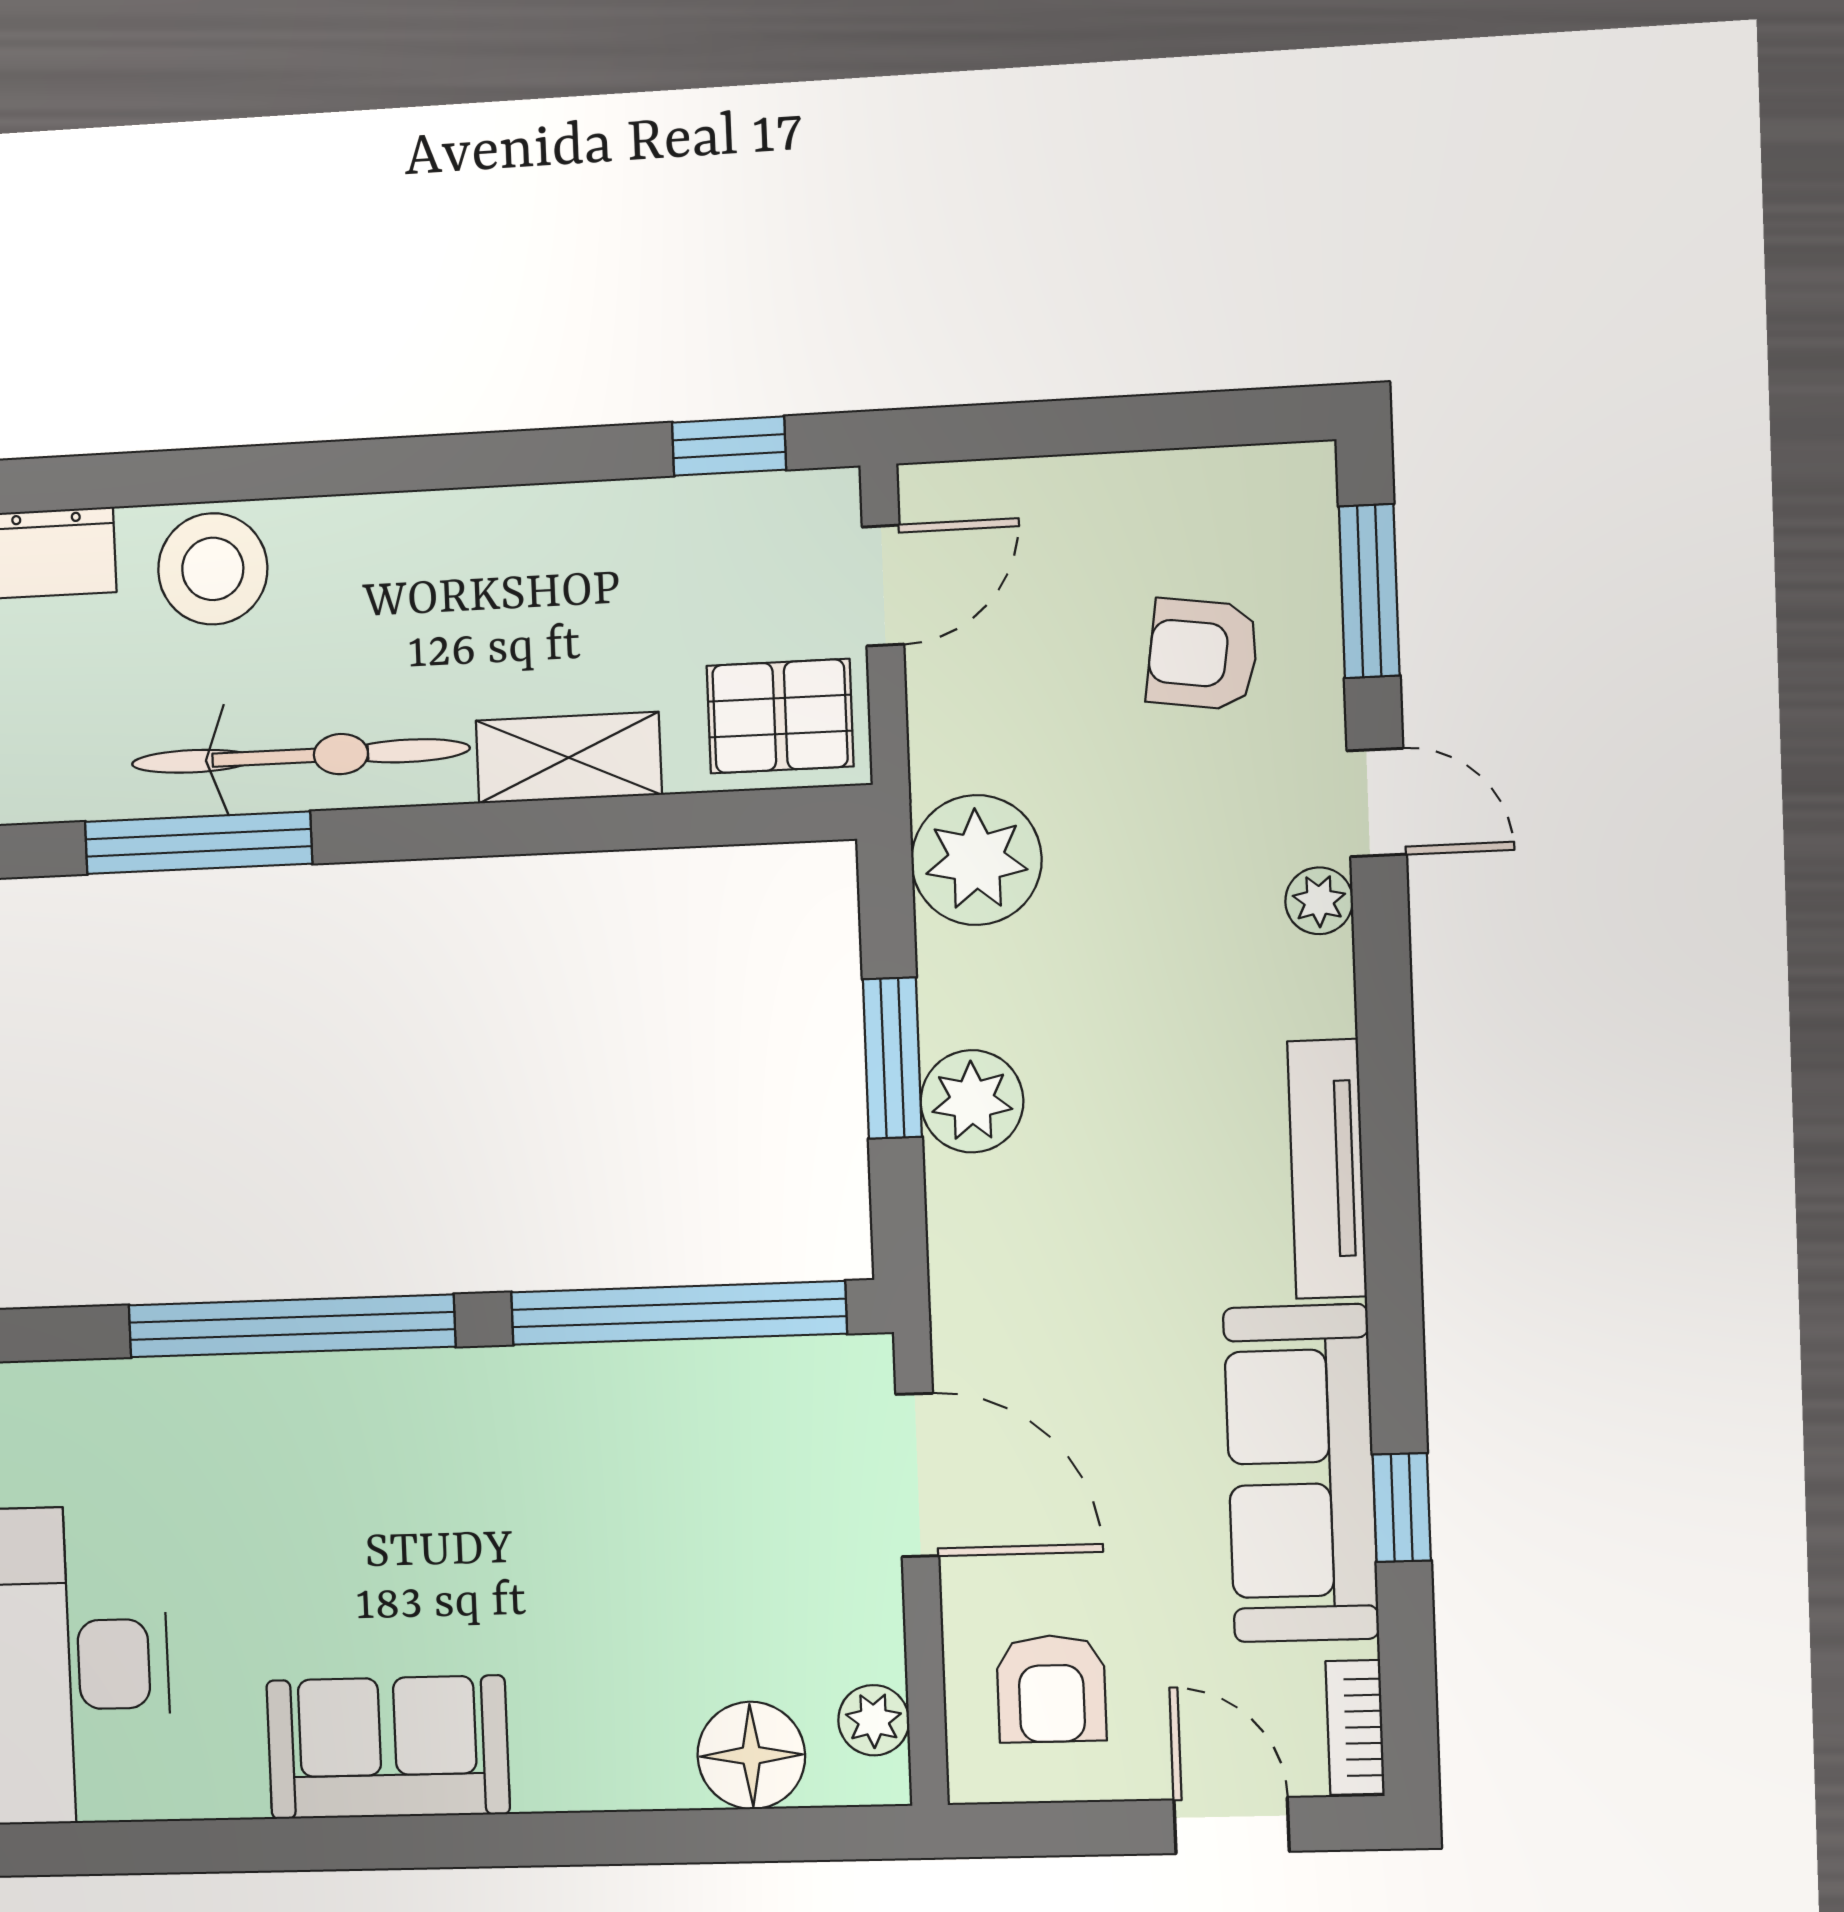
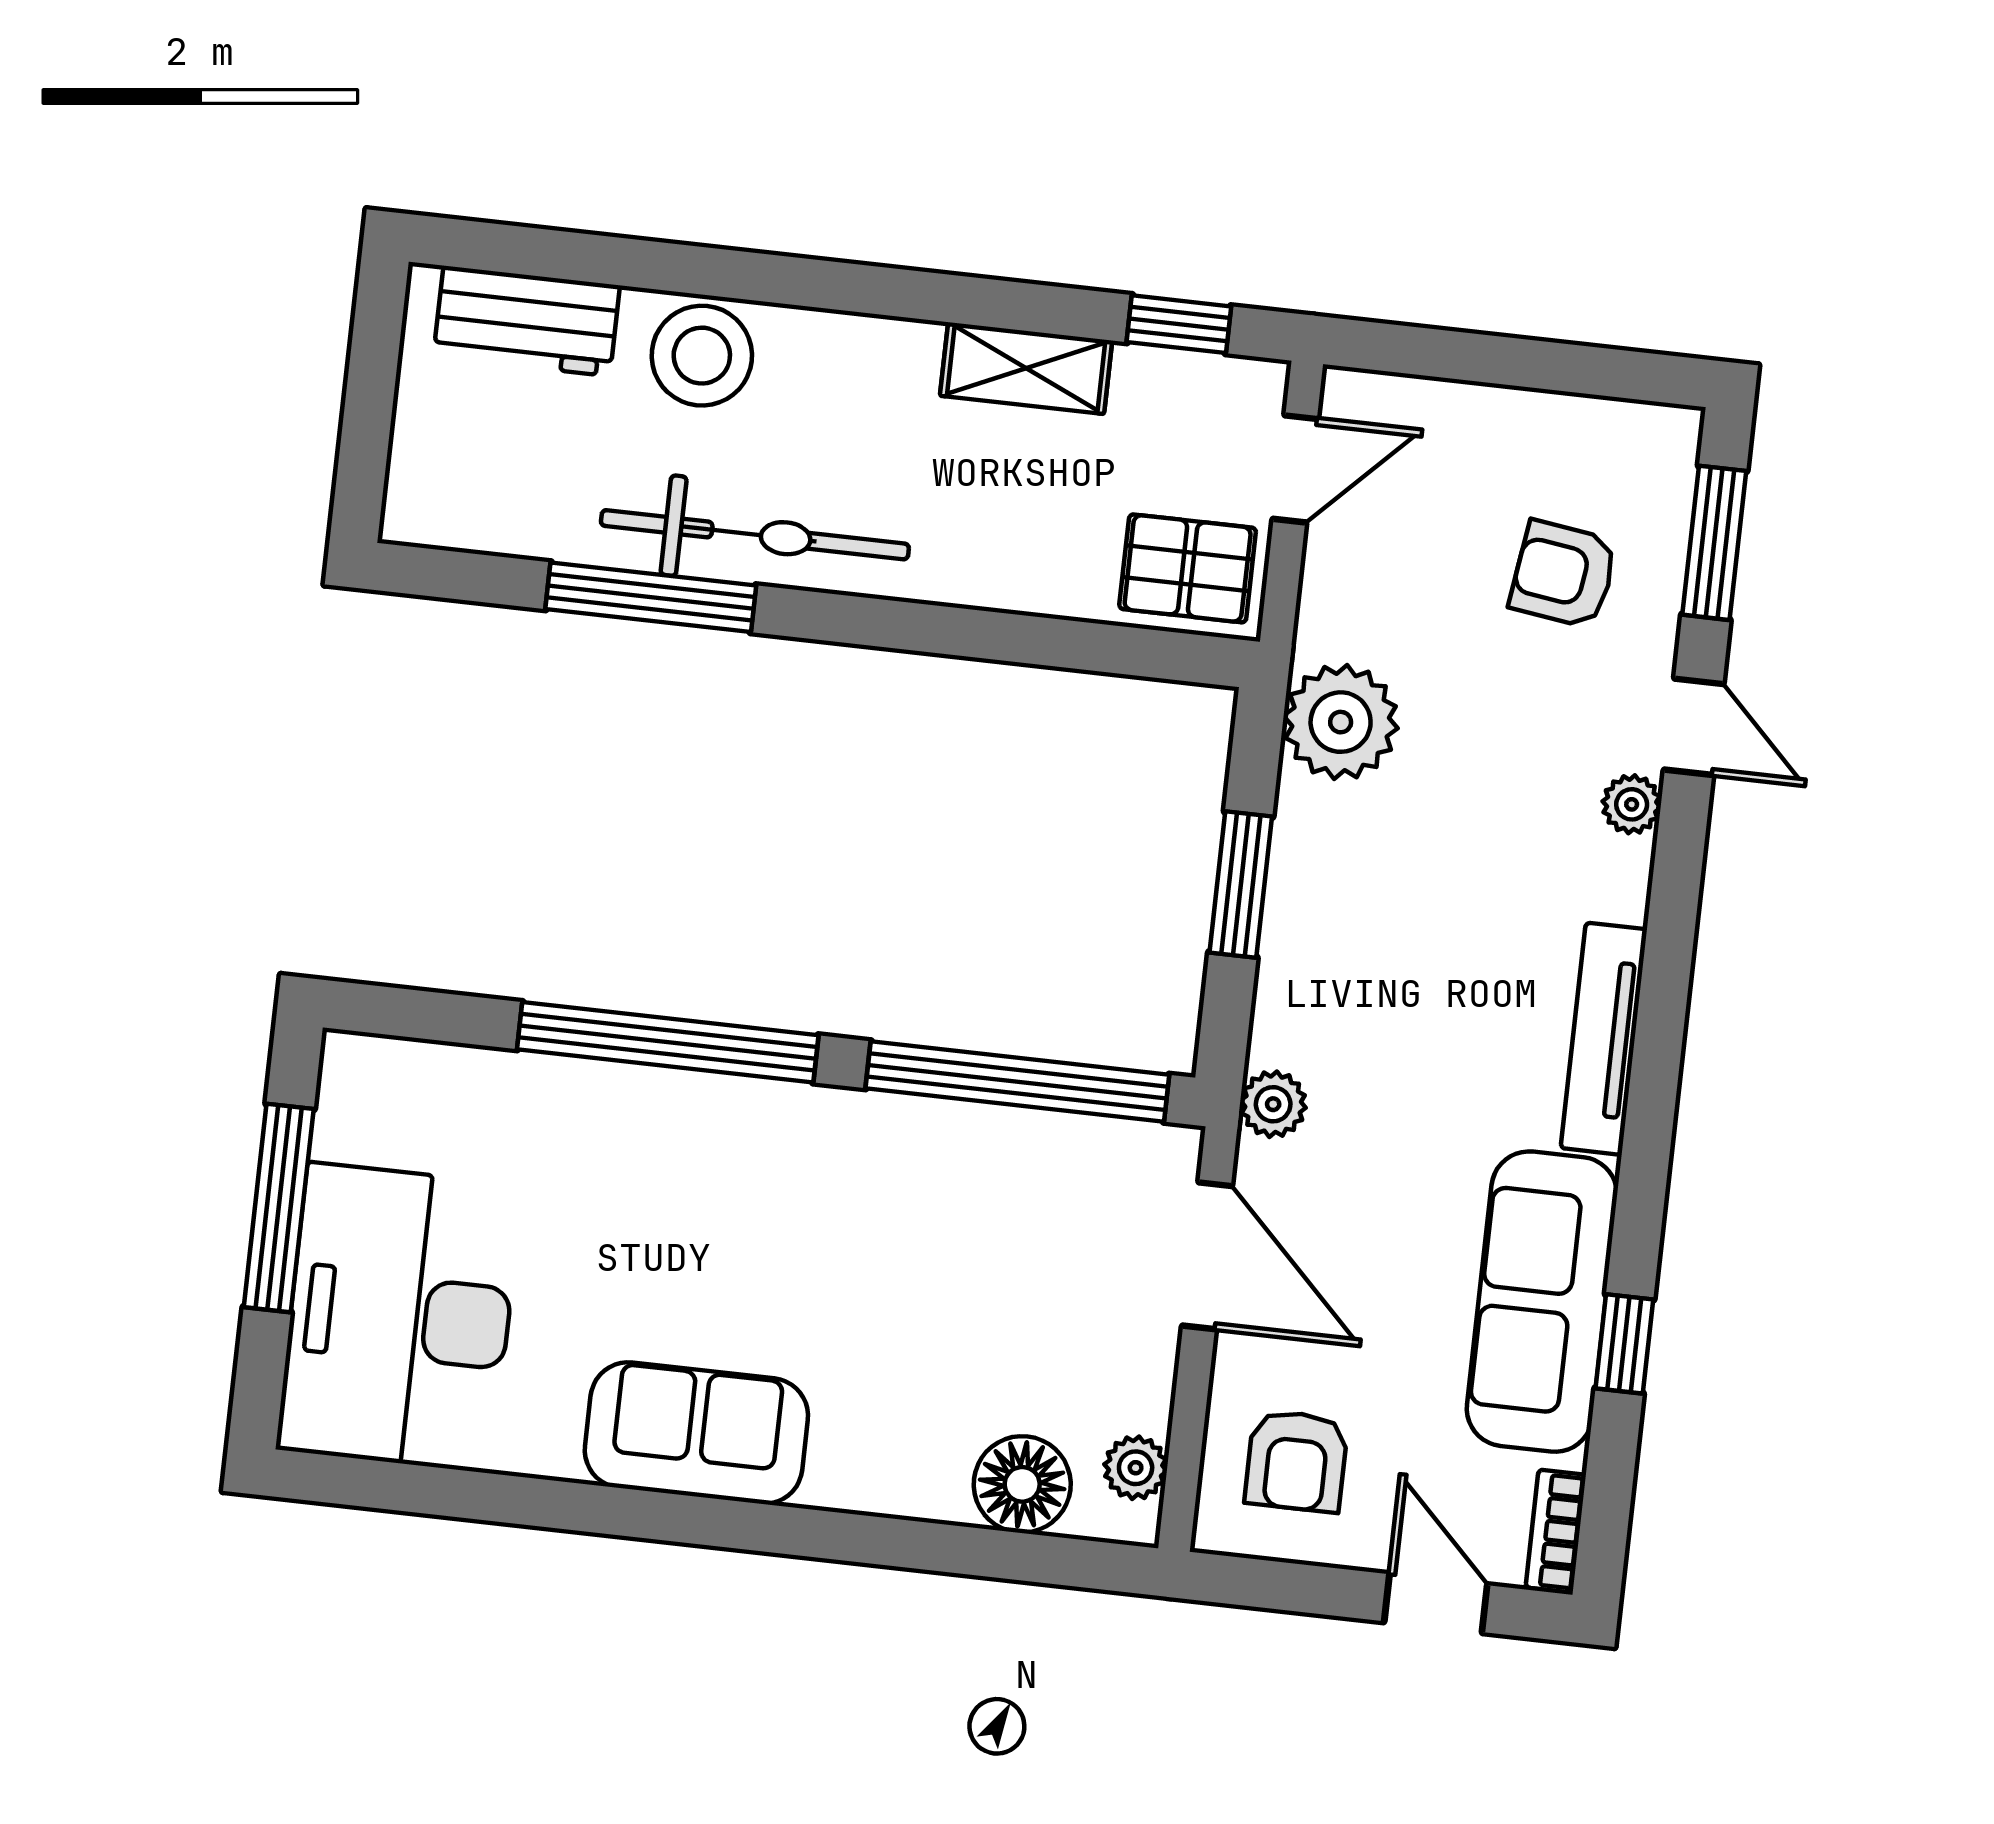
shelving: (569, 758) -> (1026, 368), moved
plant: (972, 1101) -> (1273, 1104), moved, width x0.73, depth x0.73

